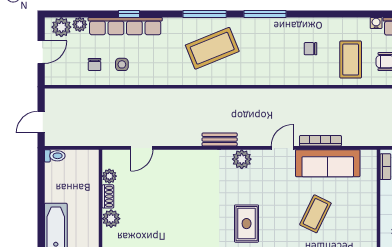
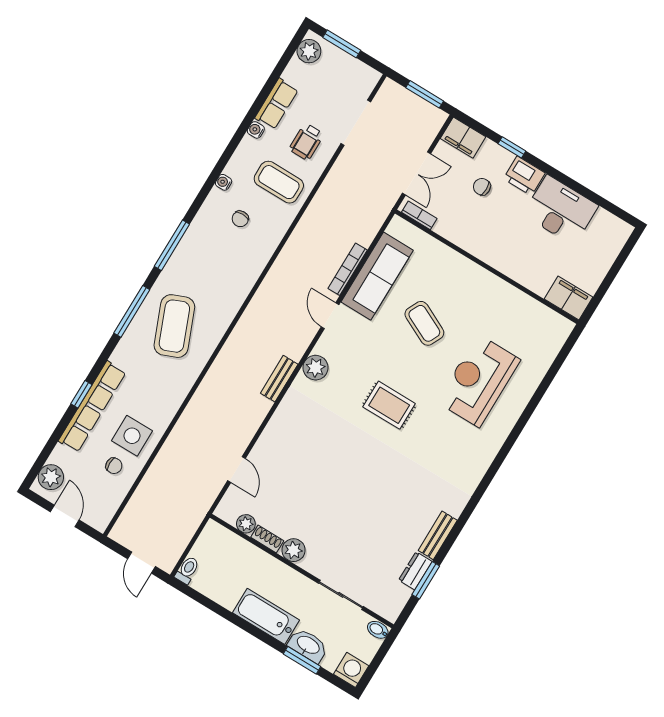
water cooler: (328, 23) -> (224, 182), added
plant: (80, 24) -> (60, 455), removed
side table: (122, 64) -> (132, 436), width x1.87, depth x1.87

